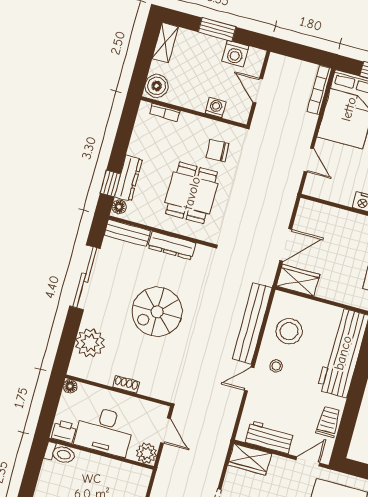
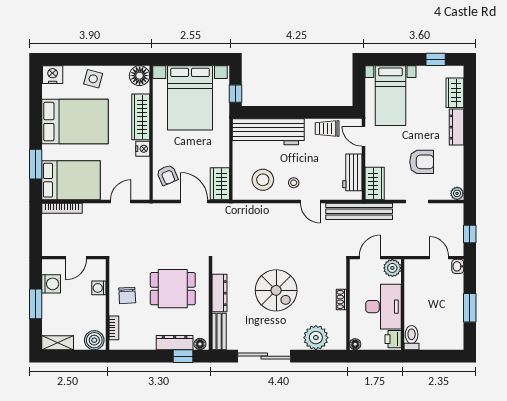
chair: (217, 151) -> (127, 295), moved
armchair: (325, 222) -> (167, 175), added
bench: (252, 323) -> (359, 211), moved

